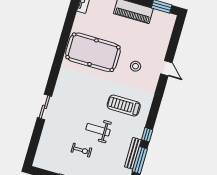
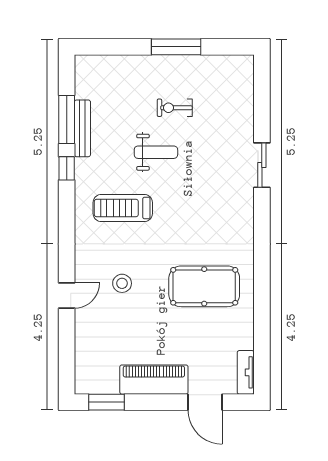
pool table: (93, 52) -> (204, 286), width x0.73, depth x0.76
door: (166, 68) -> (67, 295), swing flipped
treadmill: (124, 105) -> (123, 208), turned 180

